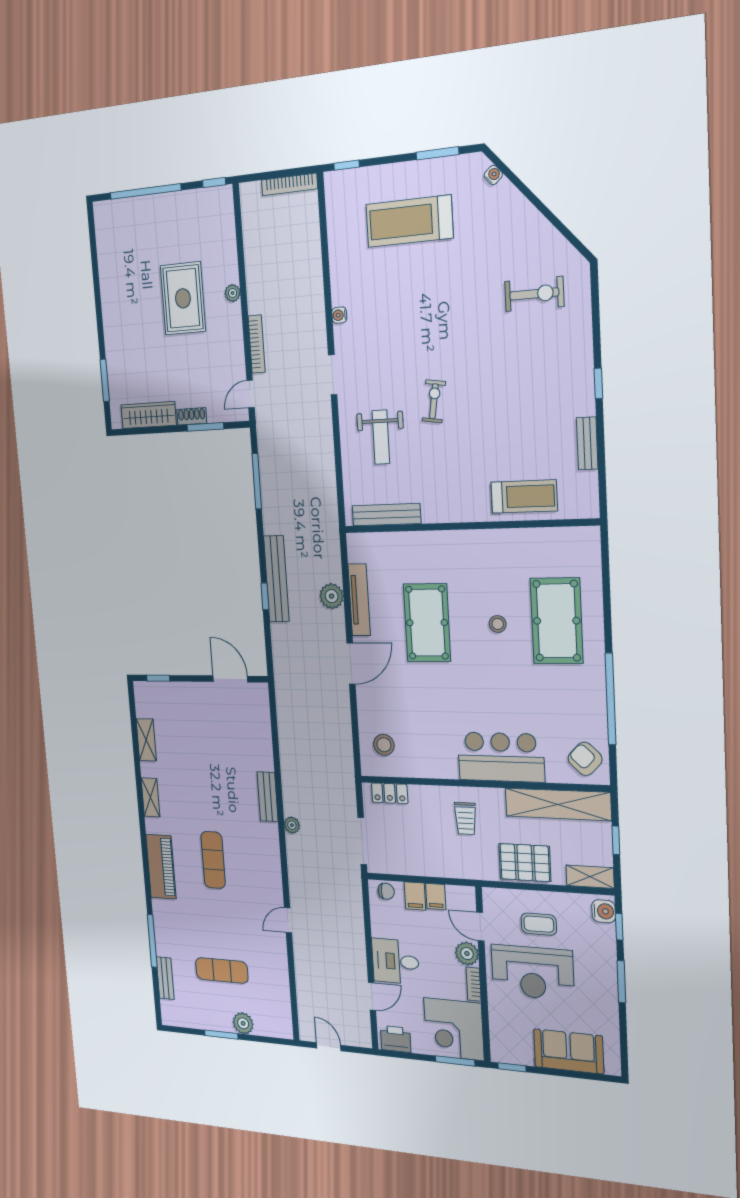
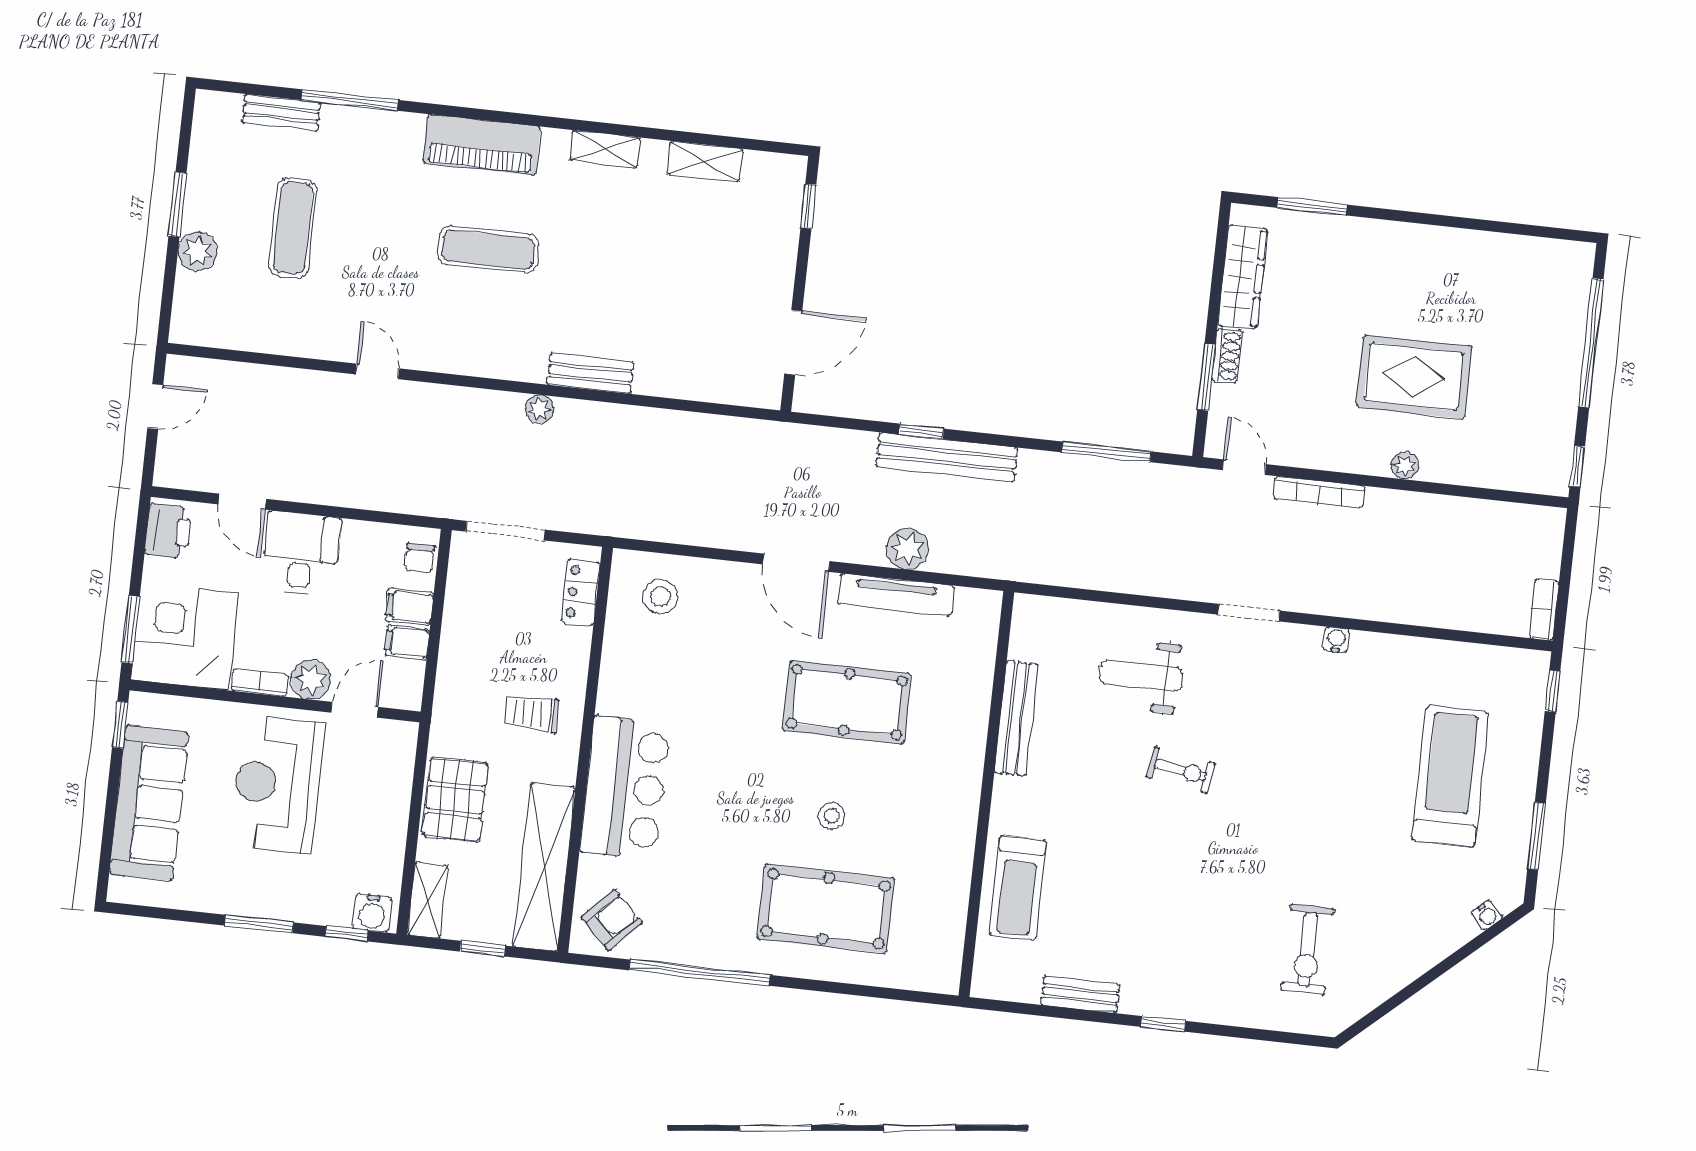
bookcase: (289, 184) -> (1544, 610), width x0.64
bench: (386, 515) -> (1016, 718), moved
coffee table: (539, 924) -> (355, 807), removed
sofa: (569, 1051) -> (149, 803), width x1.36

